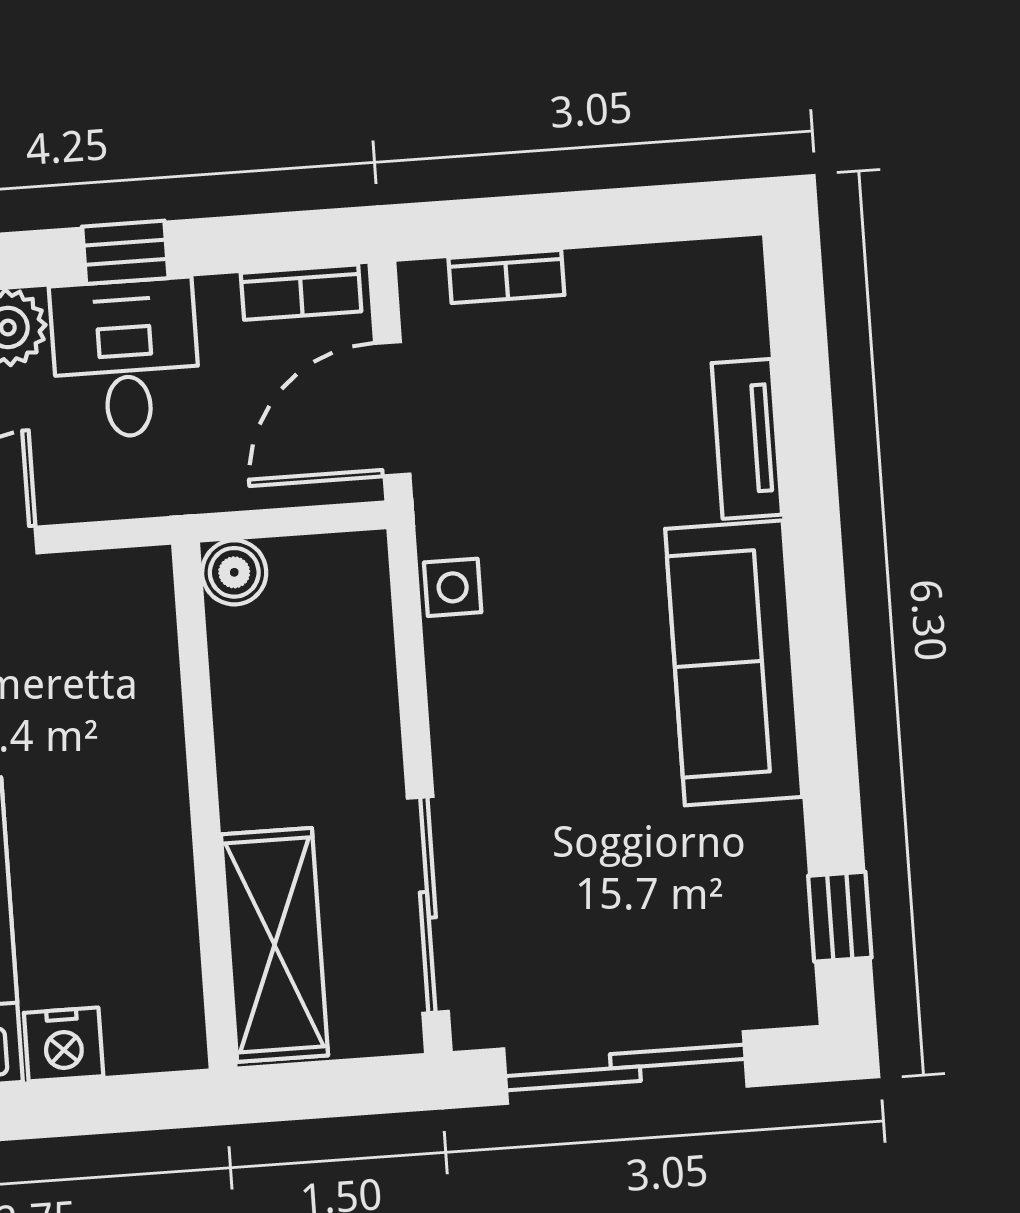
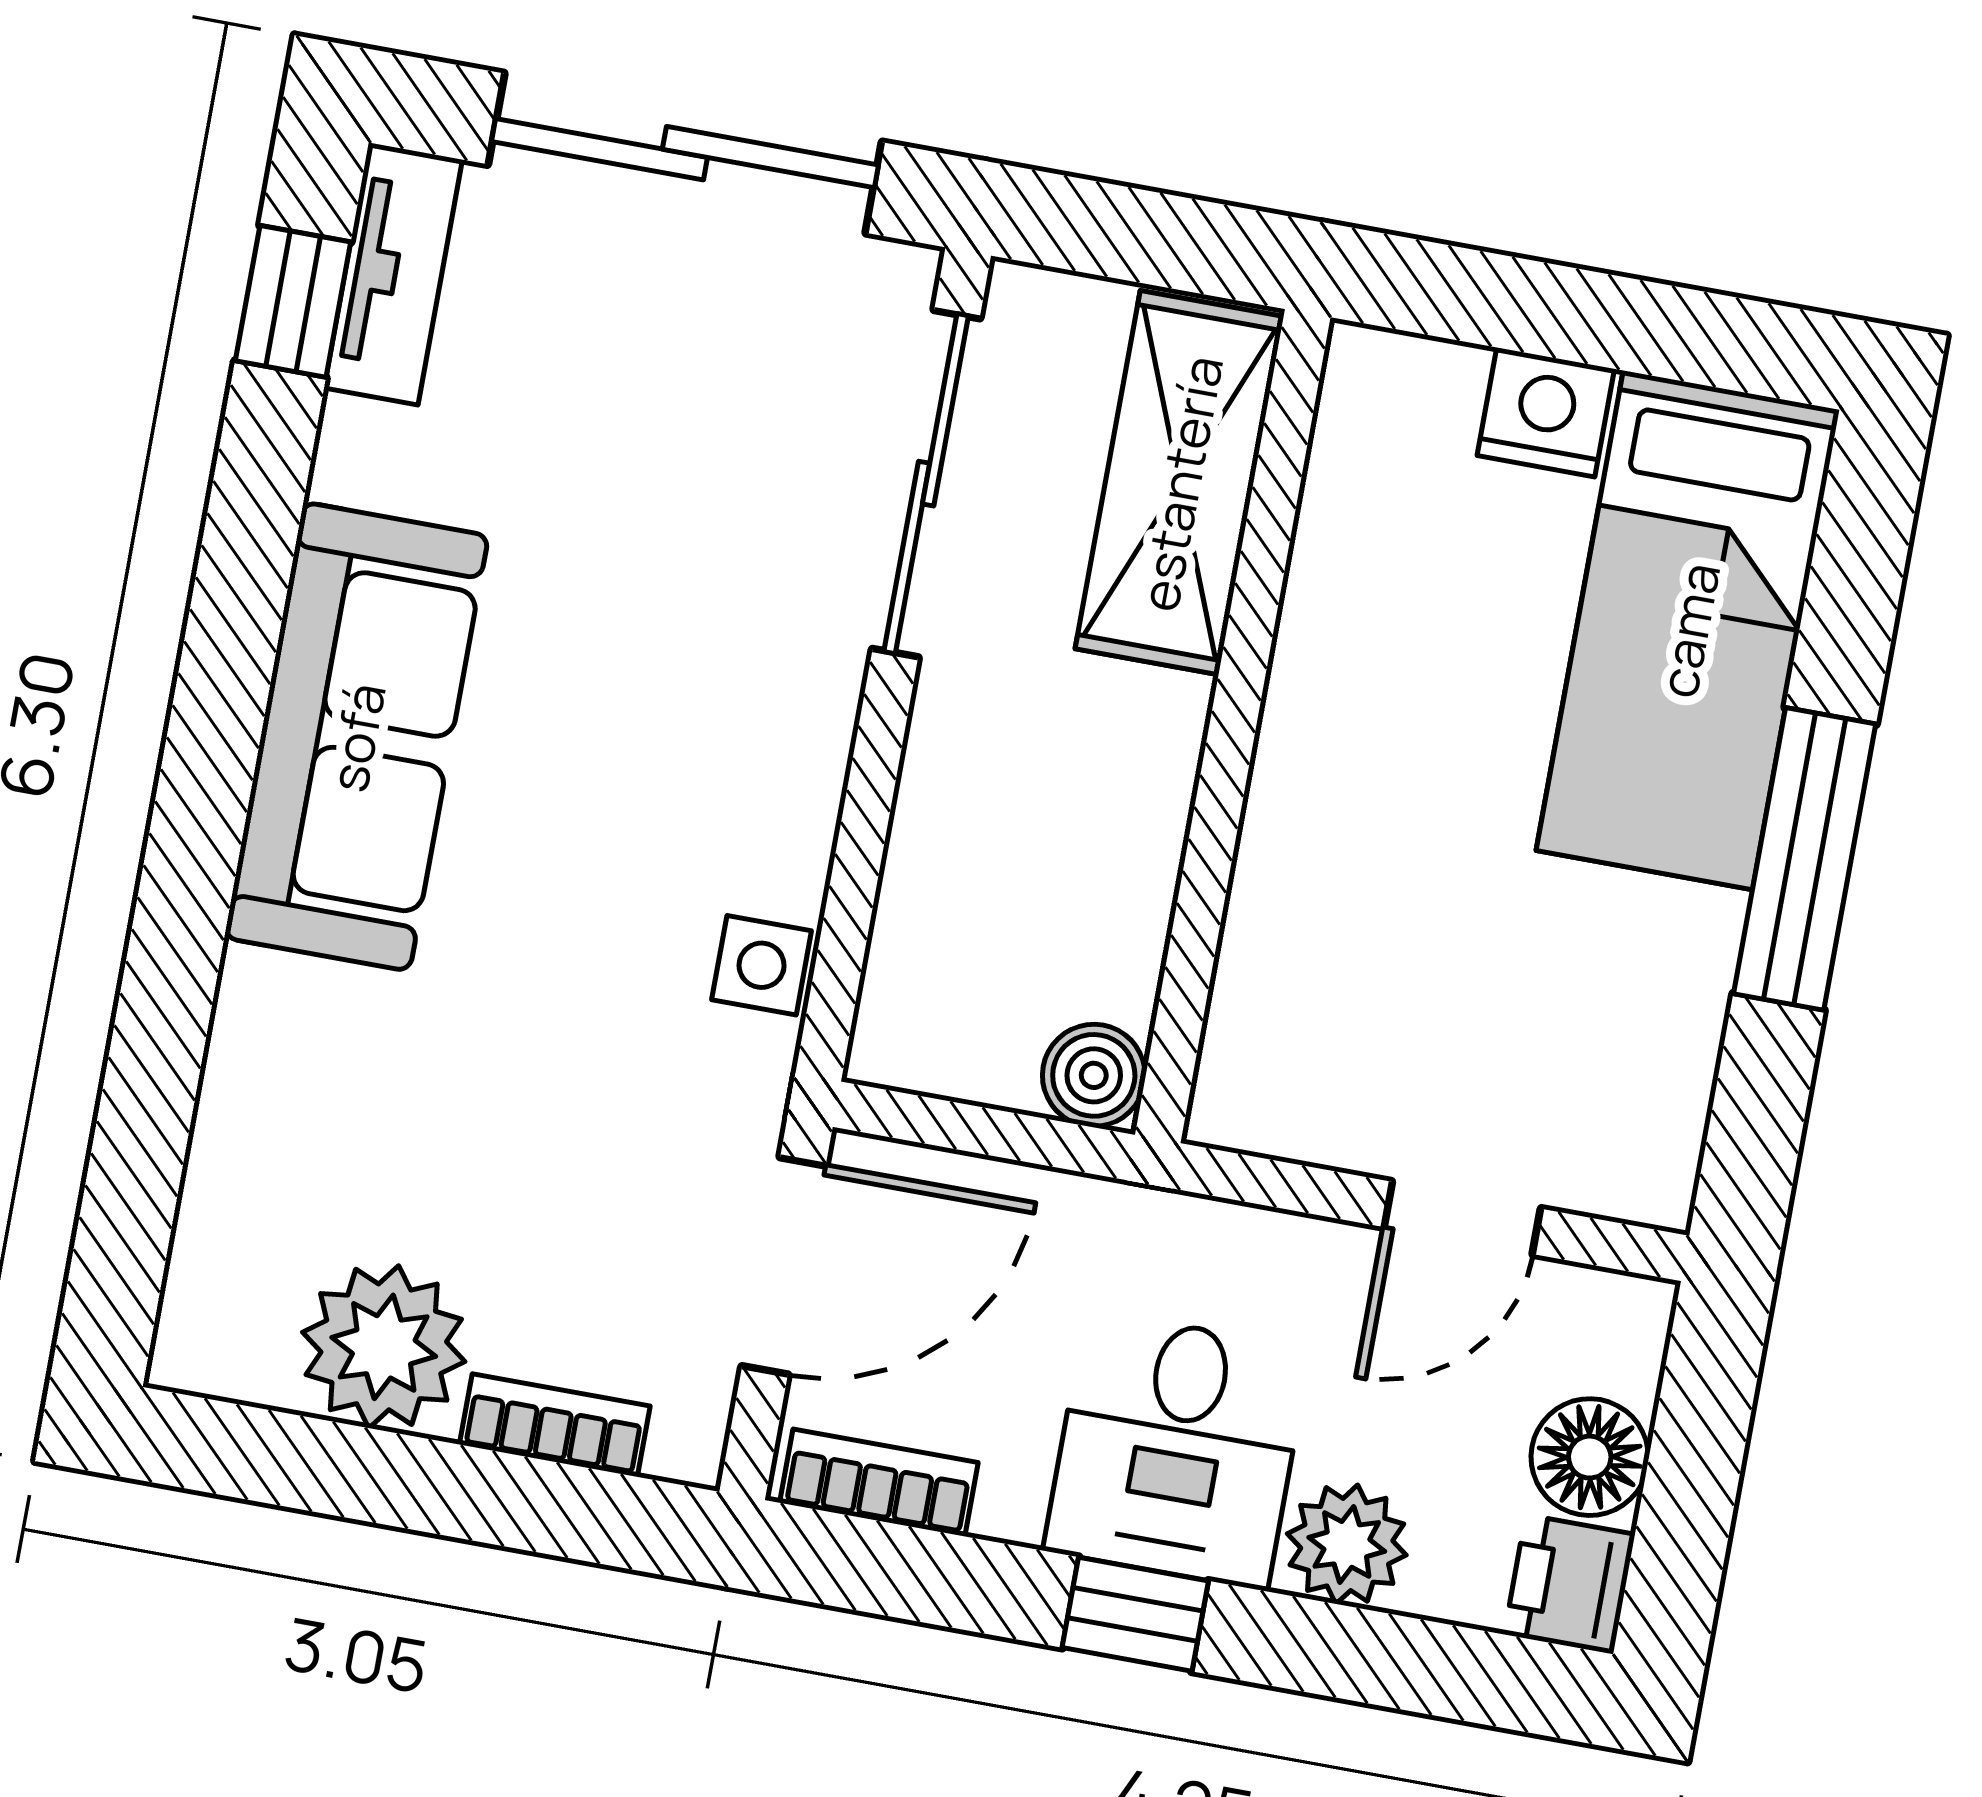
plant: (622, 297) -> (384, 1347), added
tv unit: (747, 439) -> (393, 274), moved

